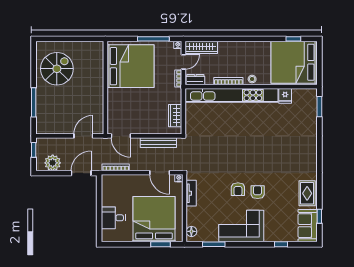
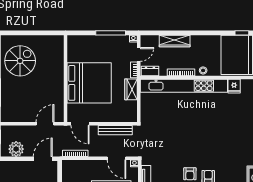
wardrobe: (201, 47) -> (175, 41), moved
bed: (131, 66) -> (89, 83), moved
wardrobe: (175, 116) -> (131, 89), moved

